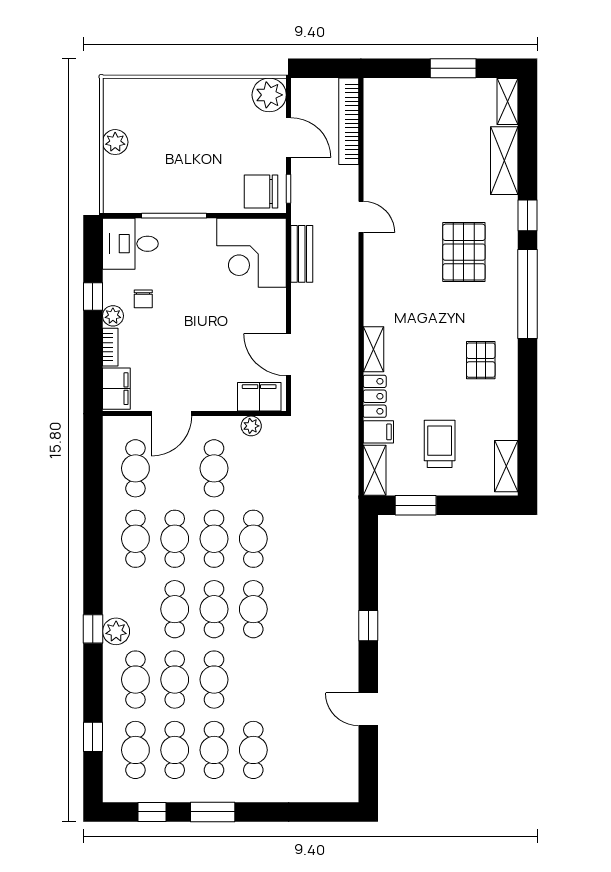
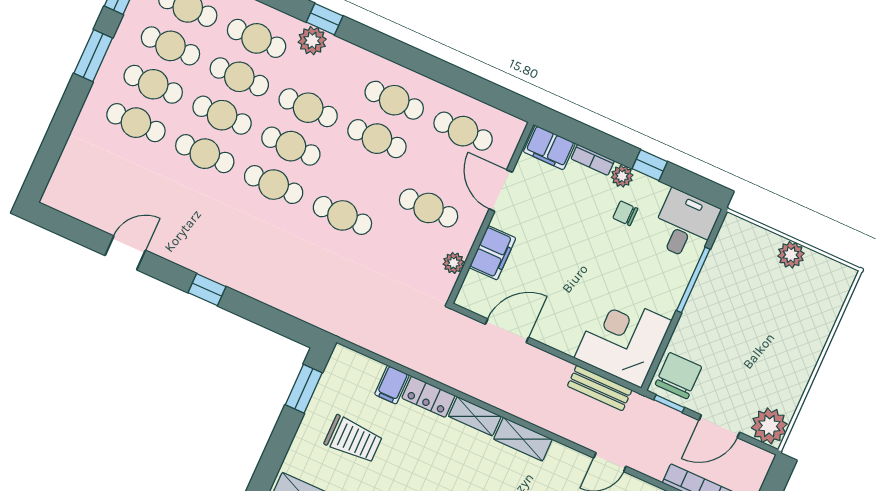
filing cabinet: (259, 397) -> (493, 253), moved
shelving: (375, 470) -> (523, 439), moved
cafe table: (214, 539) -> (205, 154), moved

